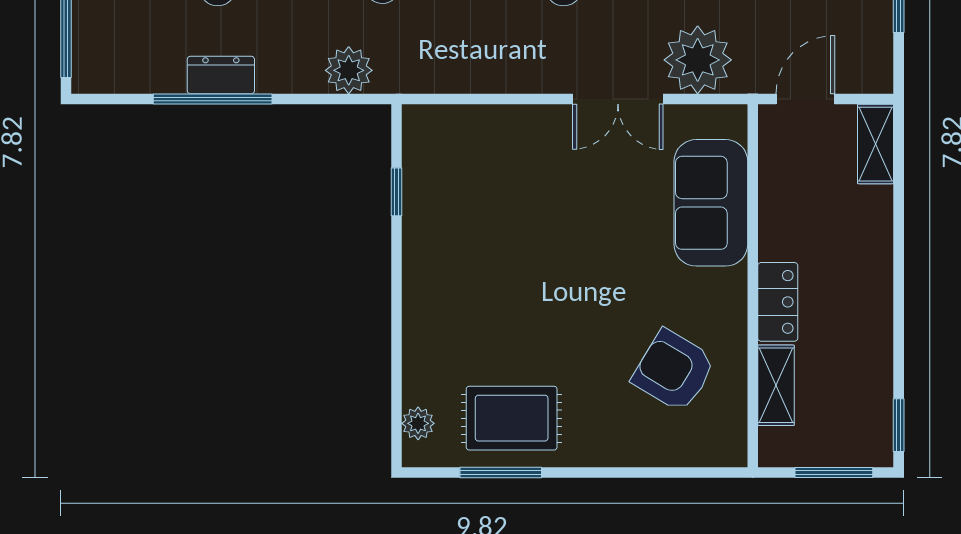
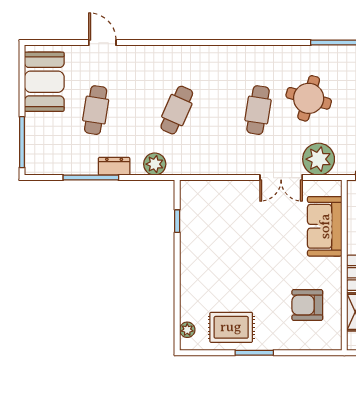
dresser: (221, 75) -> (114, 166), moved
armchair: (674, 371) -> (307, 305), turned -31
window: (501, 472) -> (254, 353), moved

